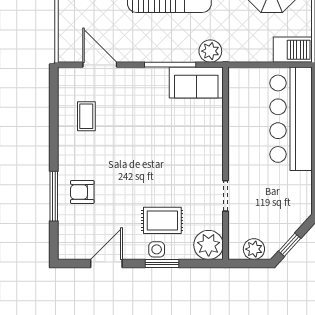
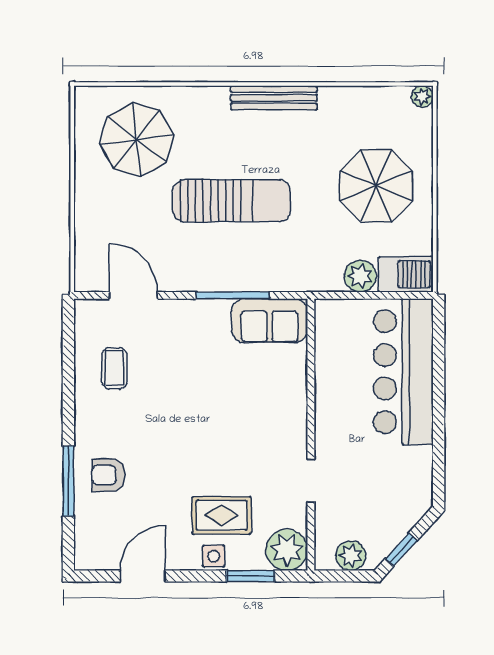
plant: (210, 51) -> (360, 276), moved
window: (162, 263) -> (251, 576), moved

